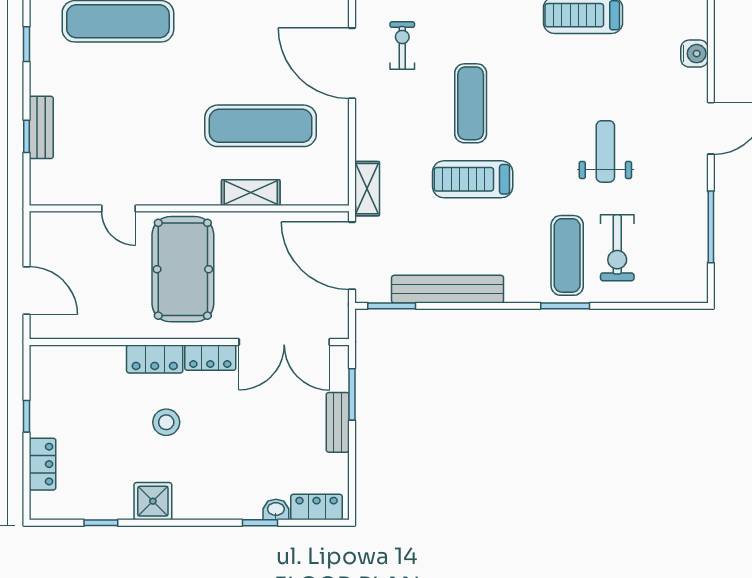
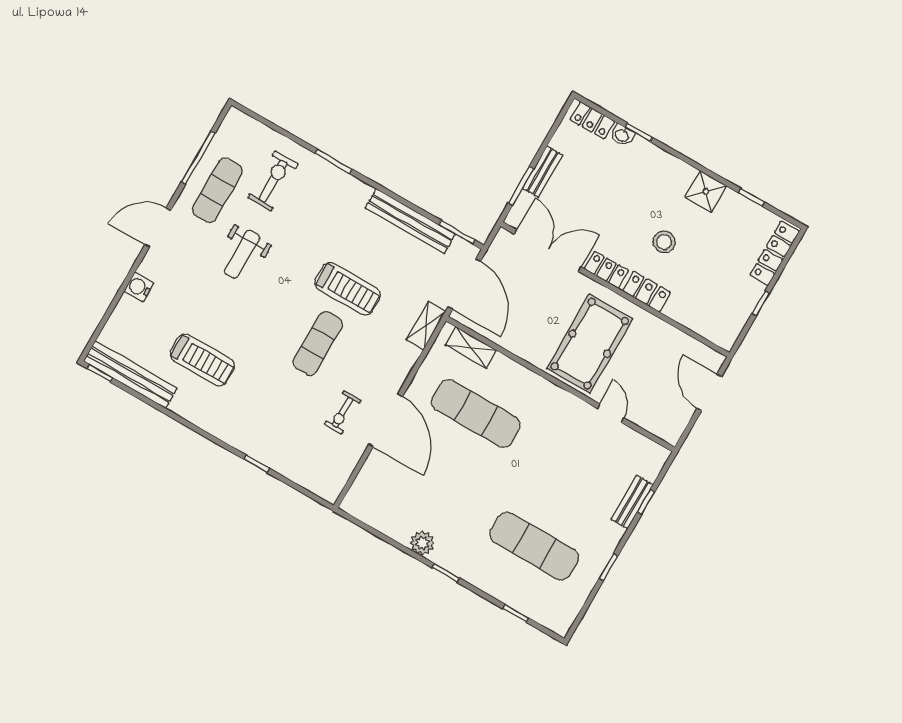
shelving: (251, 193) -> (471, 347), moved
exercise mat: (567, 255) -> (217, 190), moved
locker: (42, 464) -> (775, 253), width x1.53

